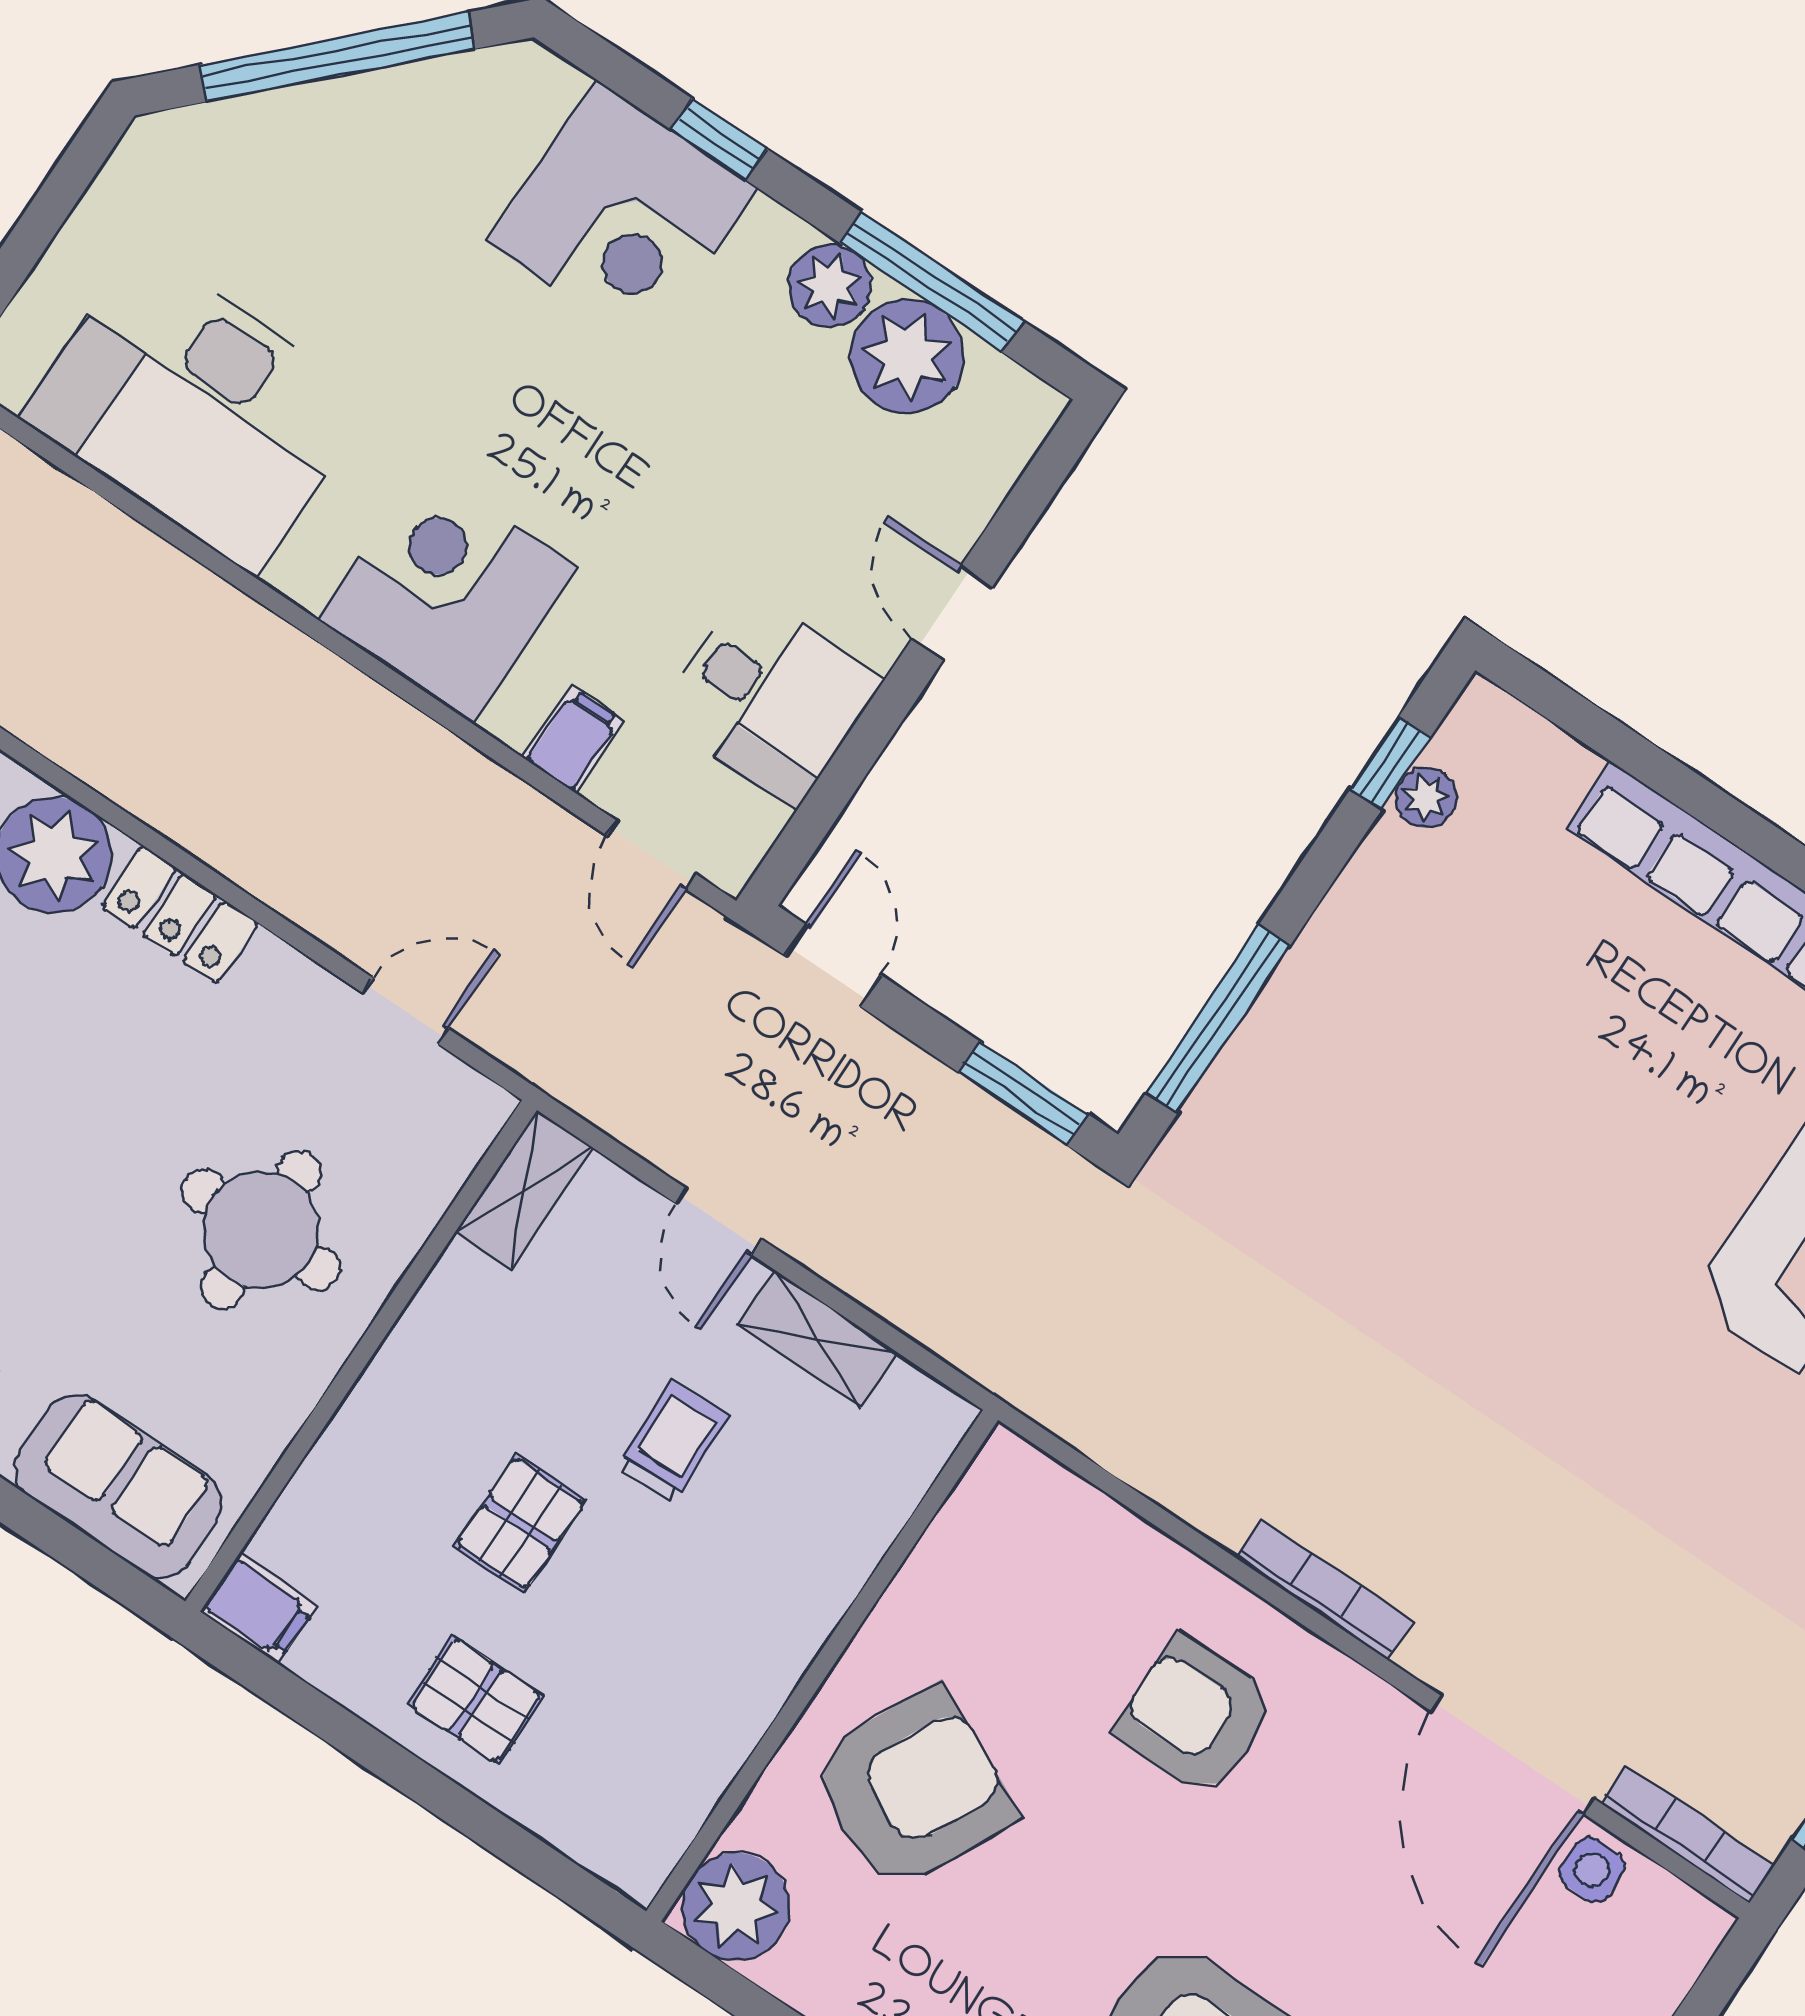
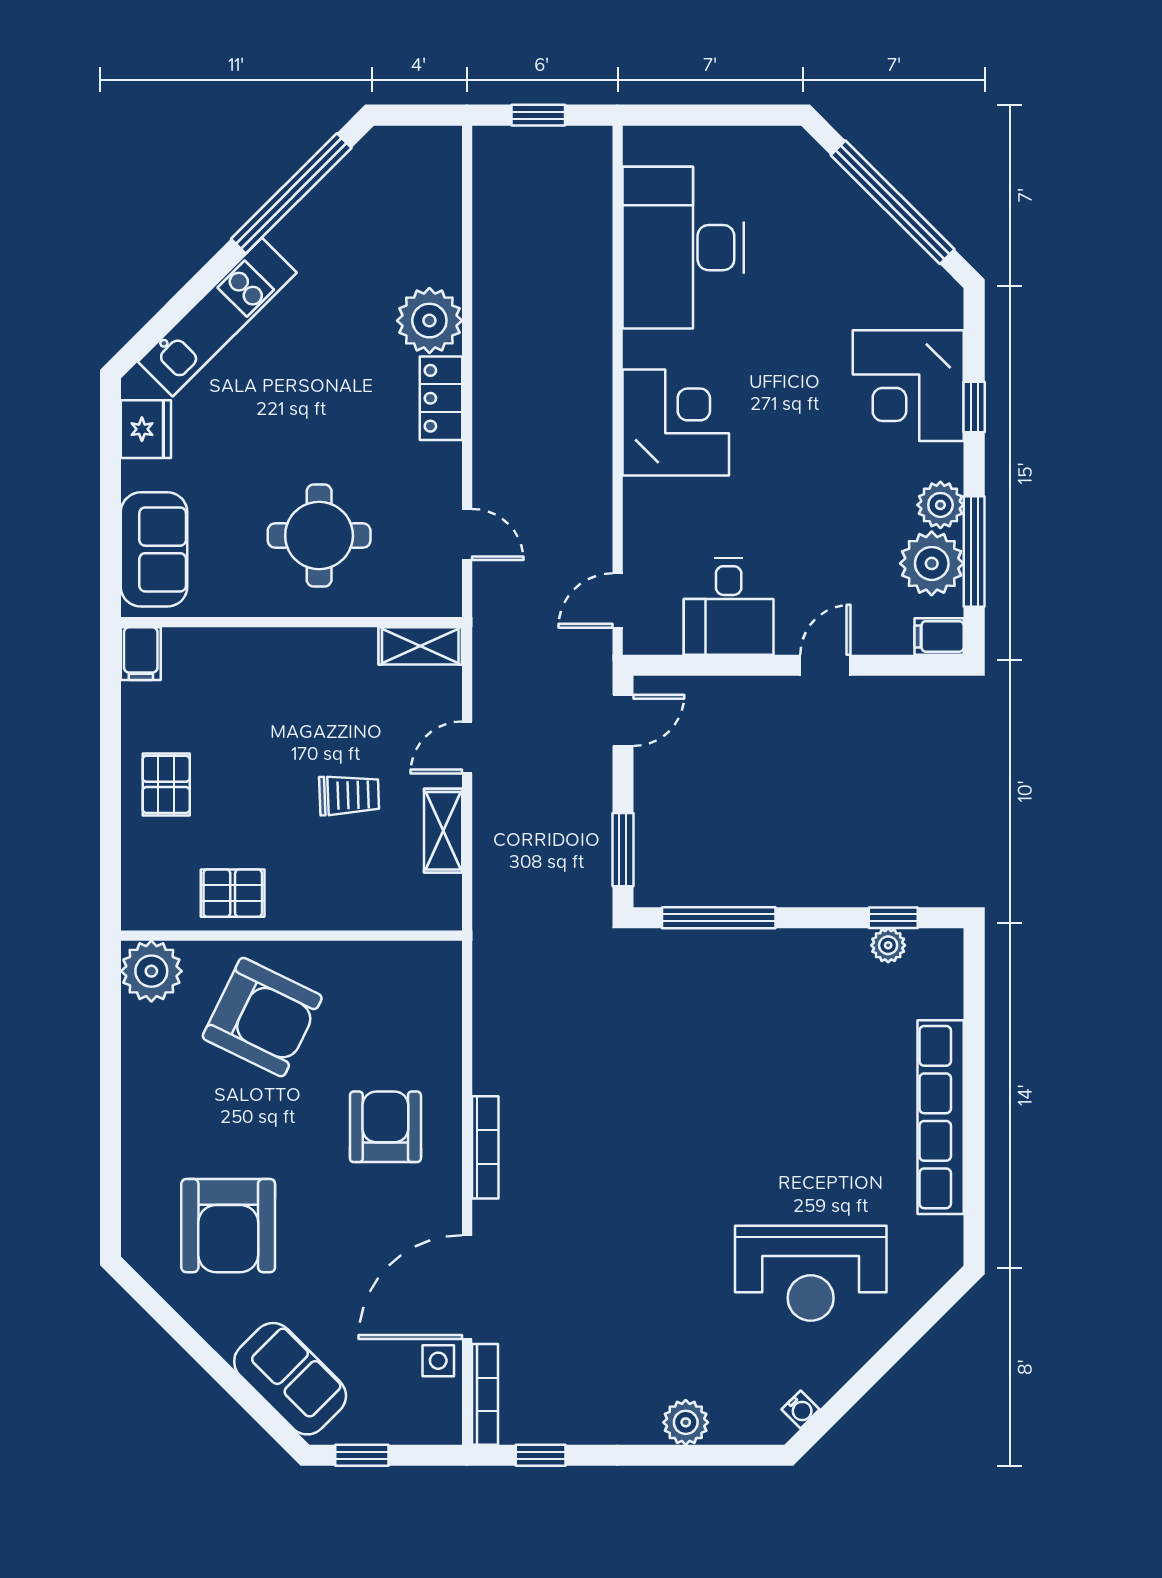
filing cabinet: (574, 740) -> (939, 636), moved, turned 180
pallet: (520, 1523) -> (233, 893), moved

